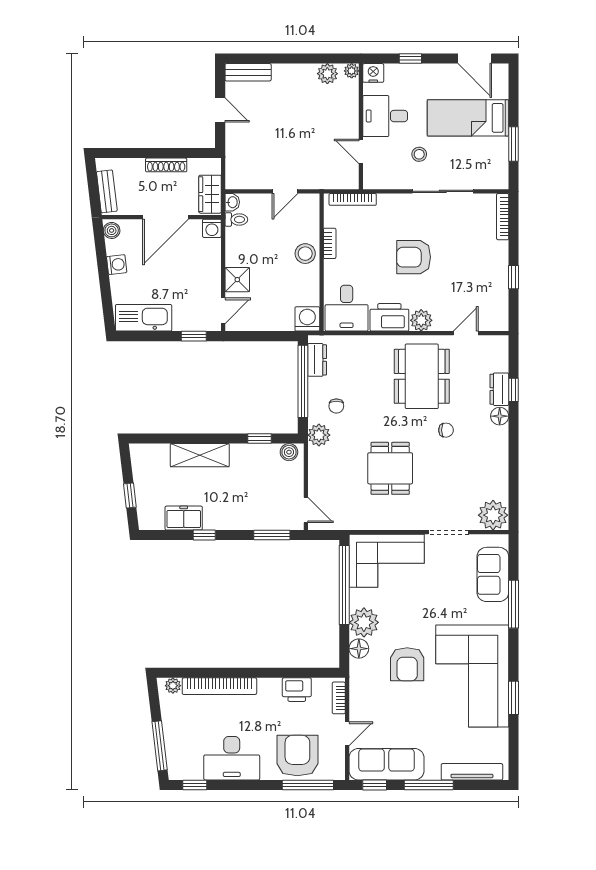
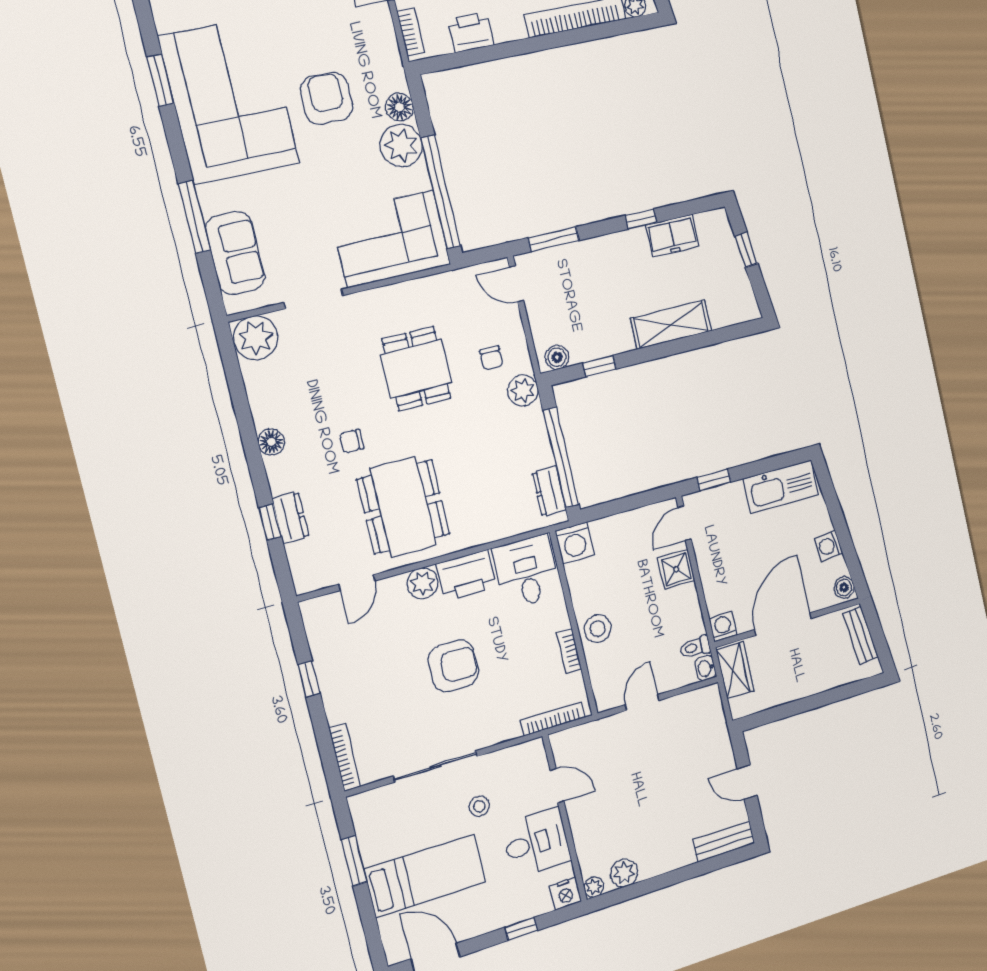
shoe rack: (166, 165) -> (797, 691), removed
chair: (336, 406) -> (491, 358), moved, turned 180
floor lamp: (500, 416) -> (271, 442), moved

